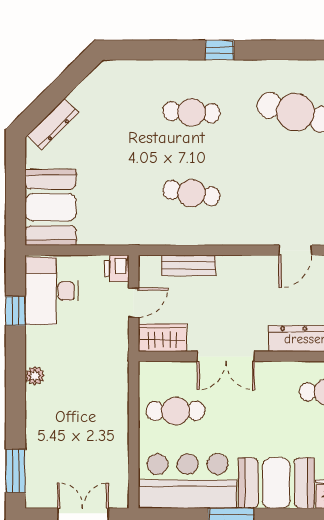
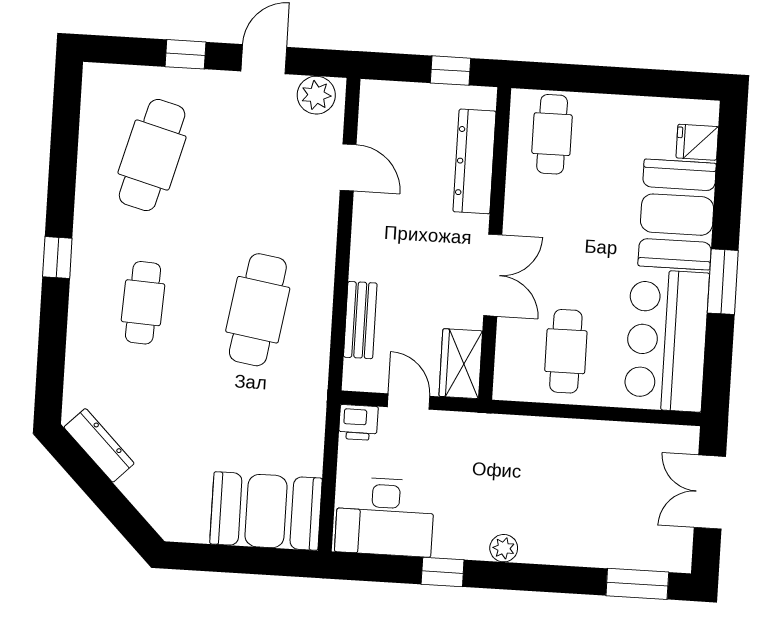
dresser: (53, 124) -> (99, 445), moved
cafe table: (192, 193) -> (258, 310), width x1.37, depth x1.35
window: (15, 311) -> (443, 572), moved

